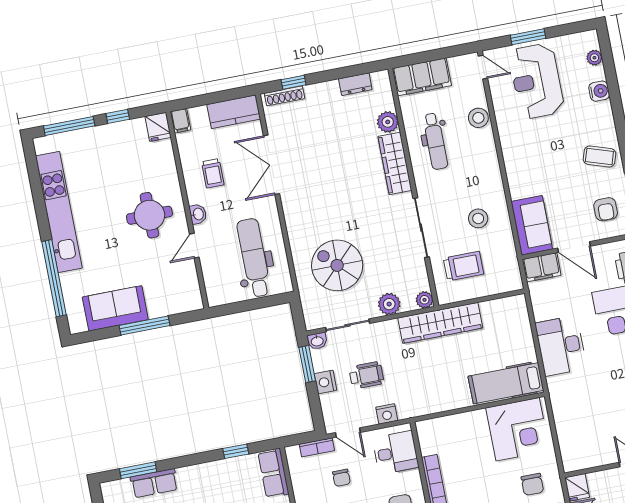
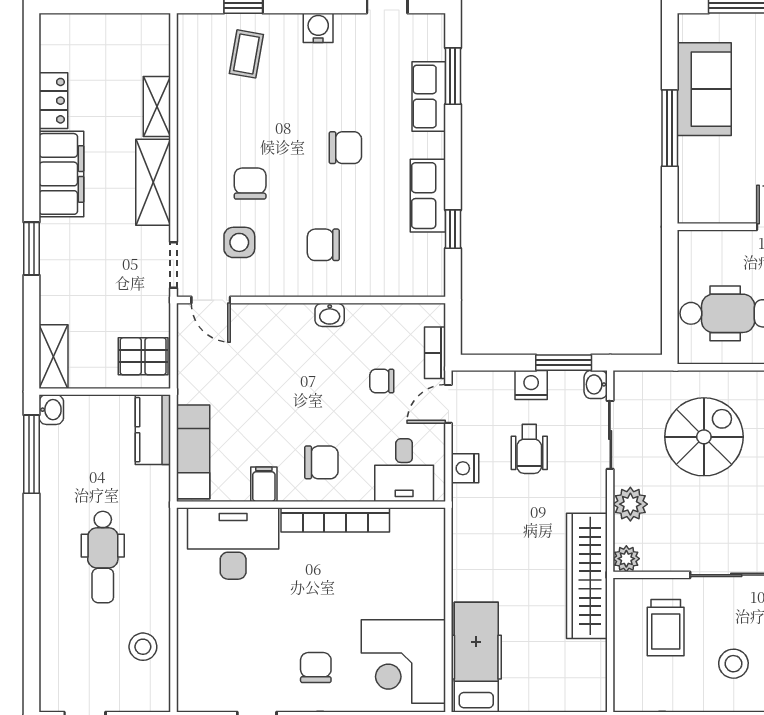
row of seats: (273, 473) -> (428, 196), moved, turned -90
chair: (532, 484) -> (316, 668), turned 90

